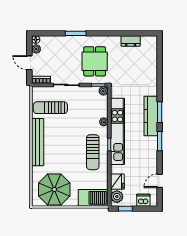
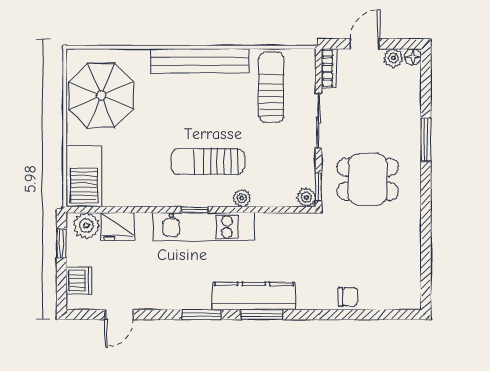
dresser: (131, 41) -> (410, 254), removed
chair: (151, 71) -> (348, 297), added
kitchen unit: (117, 131) -> (204, 227), width x0.73
sun lounger: (93, 152) -> (208, 162), moved
door: (160, 181) -> (119, 315), swing flipped

